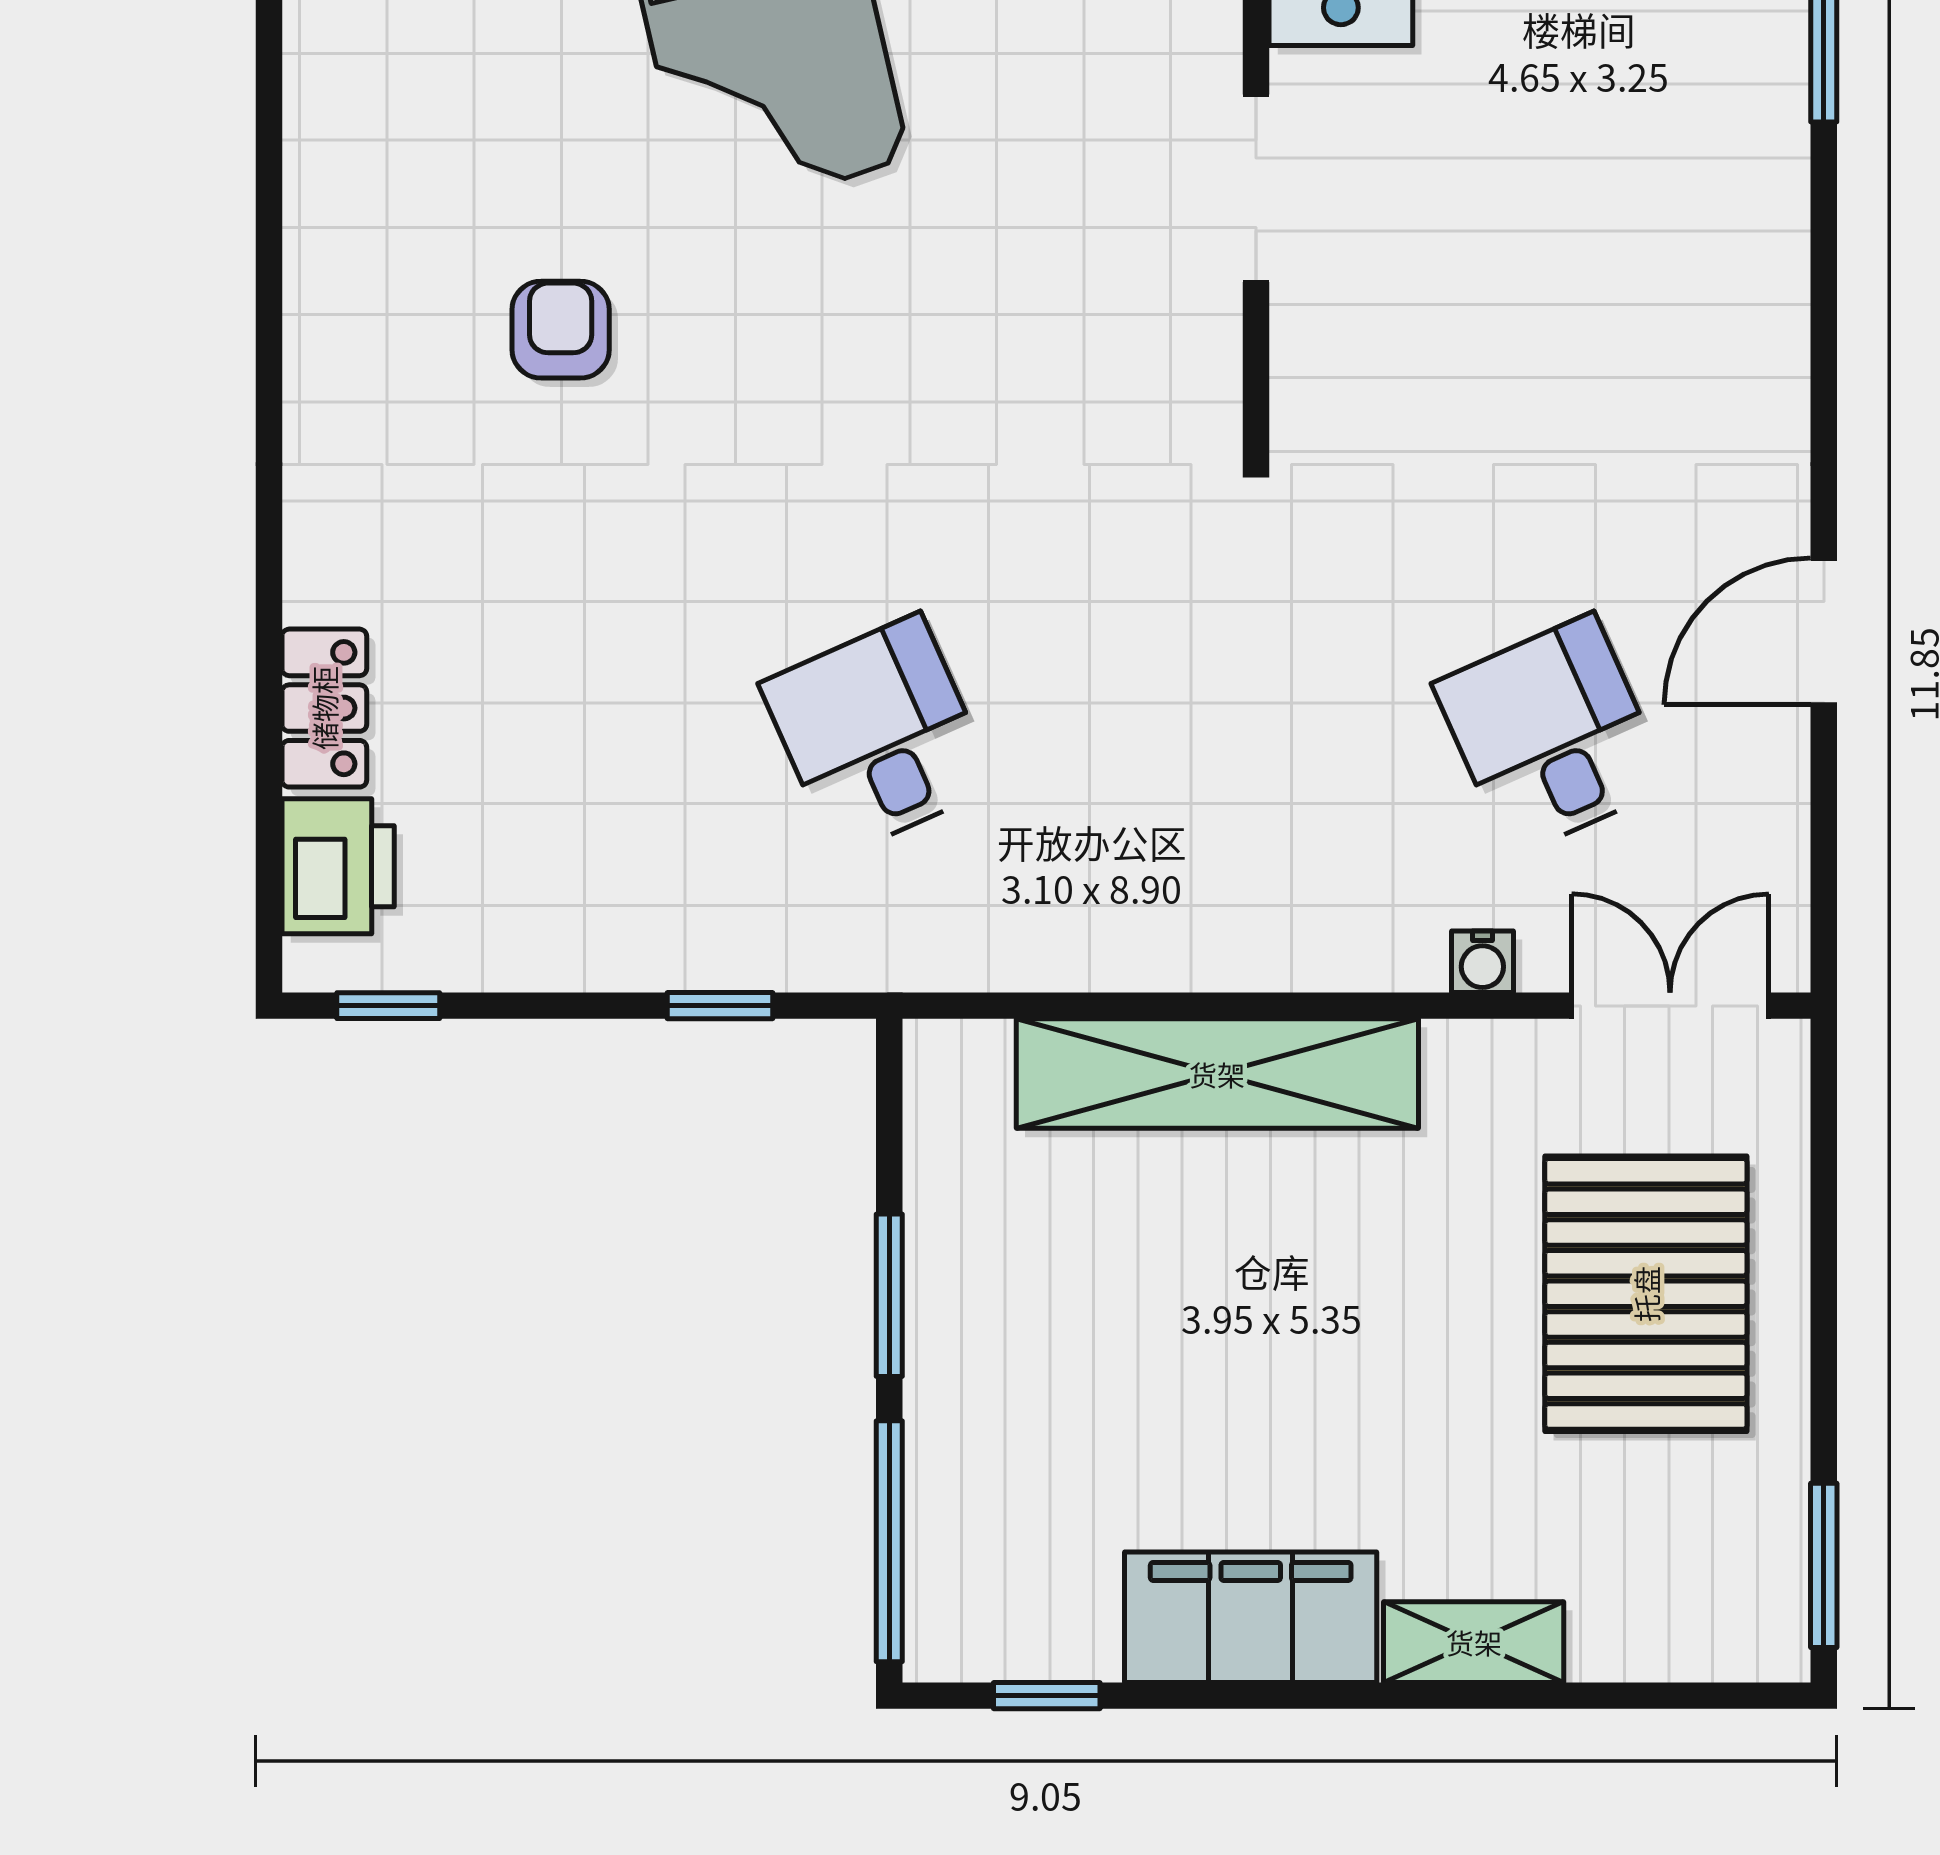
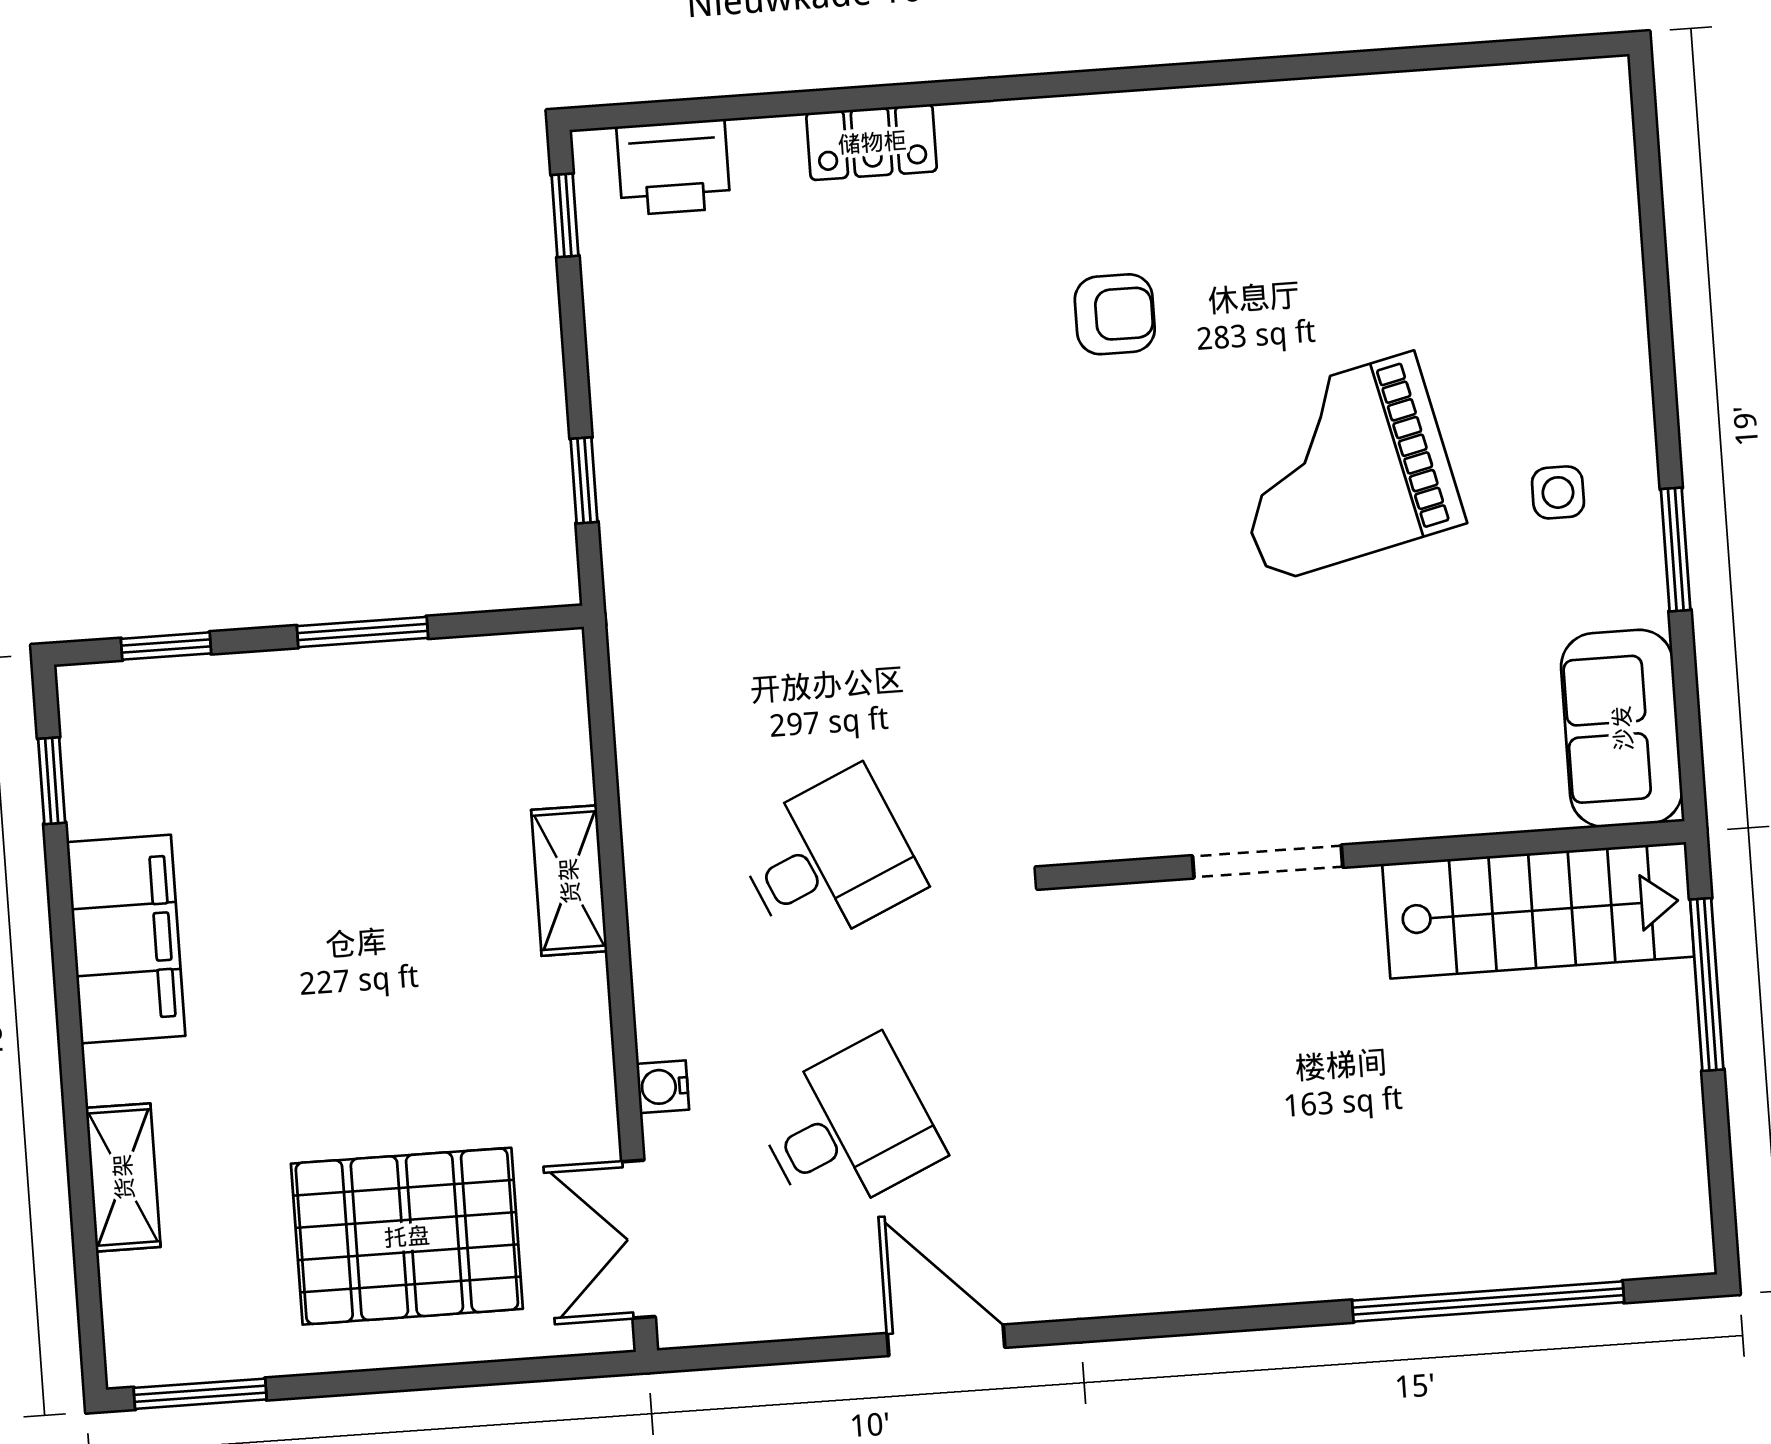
locker: (324, 708) -> (872, 142), moved
desk: (878, 735) -> (829, 860), moved
double door: (1670, 1006) -> (638, 1239), swing flipped
shelving: (1217, 1074) -> (569, 881), width x0.45, depth x0.75
window: (889, 1541) -> (166, 646), width x0.46
shelving: (1474, 1642) -> (123, 1177), moved

